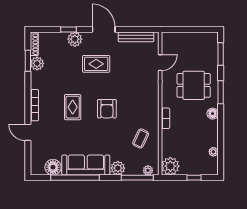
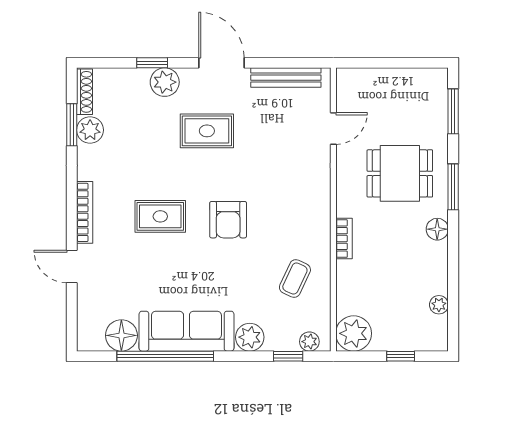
rug: (73, 107) -> (160, 216), turned 90
window: (137, 178) -> (288, 356), width x0.46

